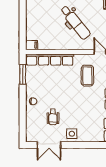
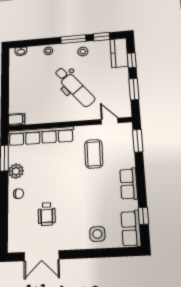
plant: (31, 85) -> (16, 171), added
side table: (72, 134) -> (97, 234), moved

